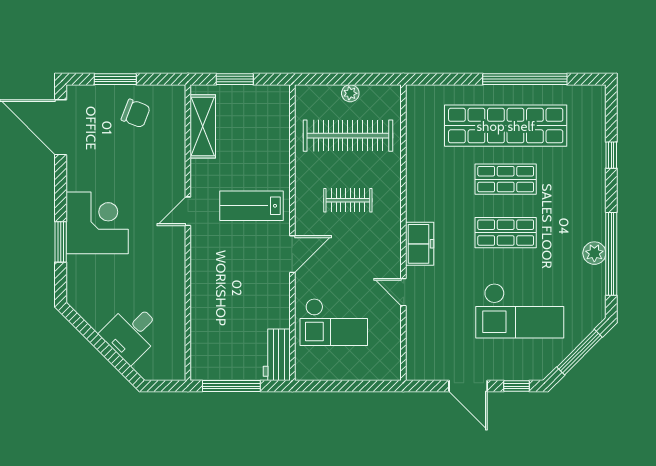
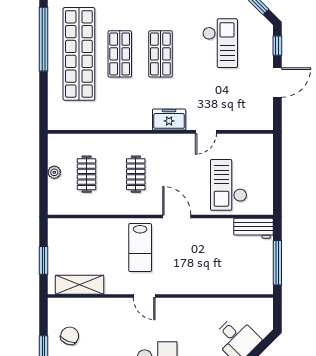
clothes rail: (348, 136) -> (87, 174), width x0.54, depth x0.76
checkout: (520, 311) -> (220, 43), width x0.73, depth x0.83
checkout: (334, 322) -> (229, 185), turned 180

